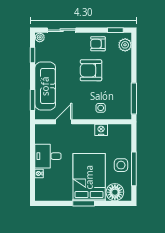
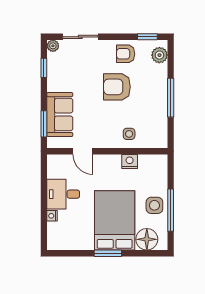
sofa: (45, 86) -> (60, 115), width x0.73
window: (134, 98) -> (171, 98), moved
door: (64, 122) -> (83, 151), swing flipped

